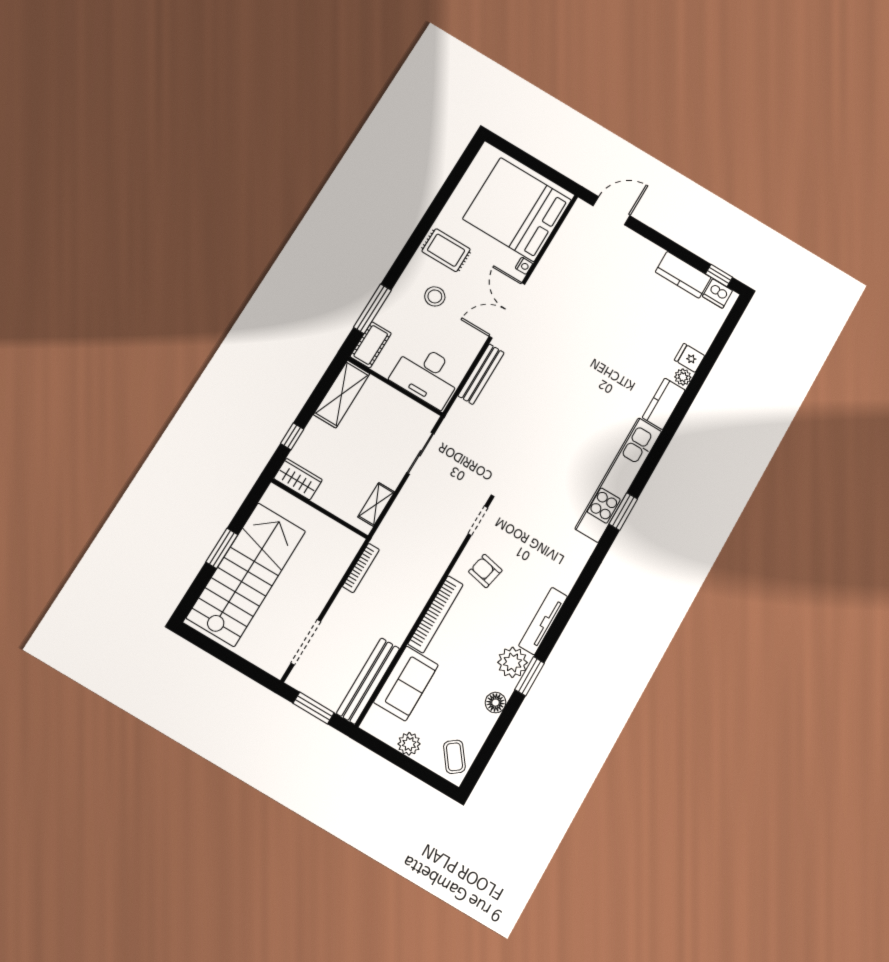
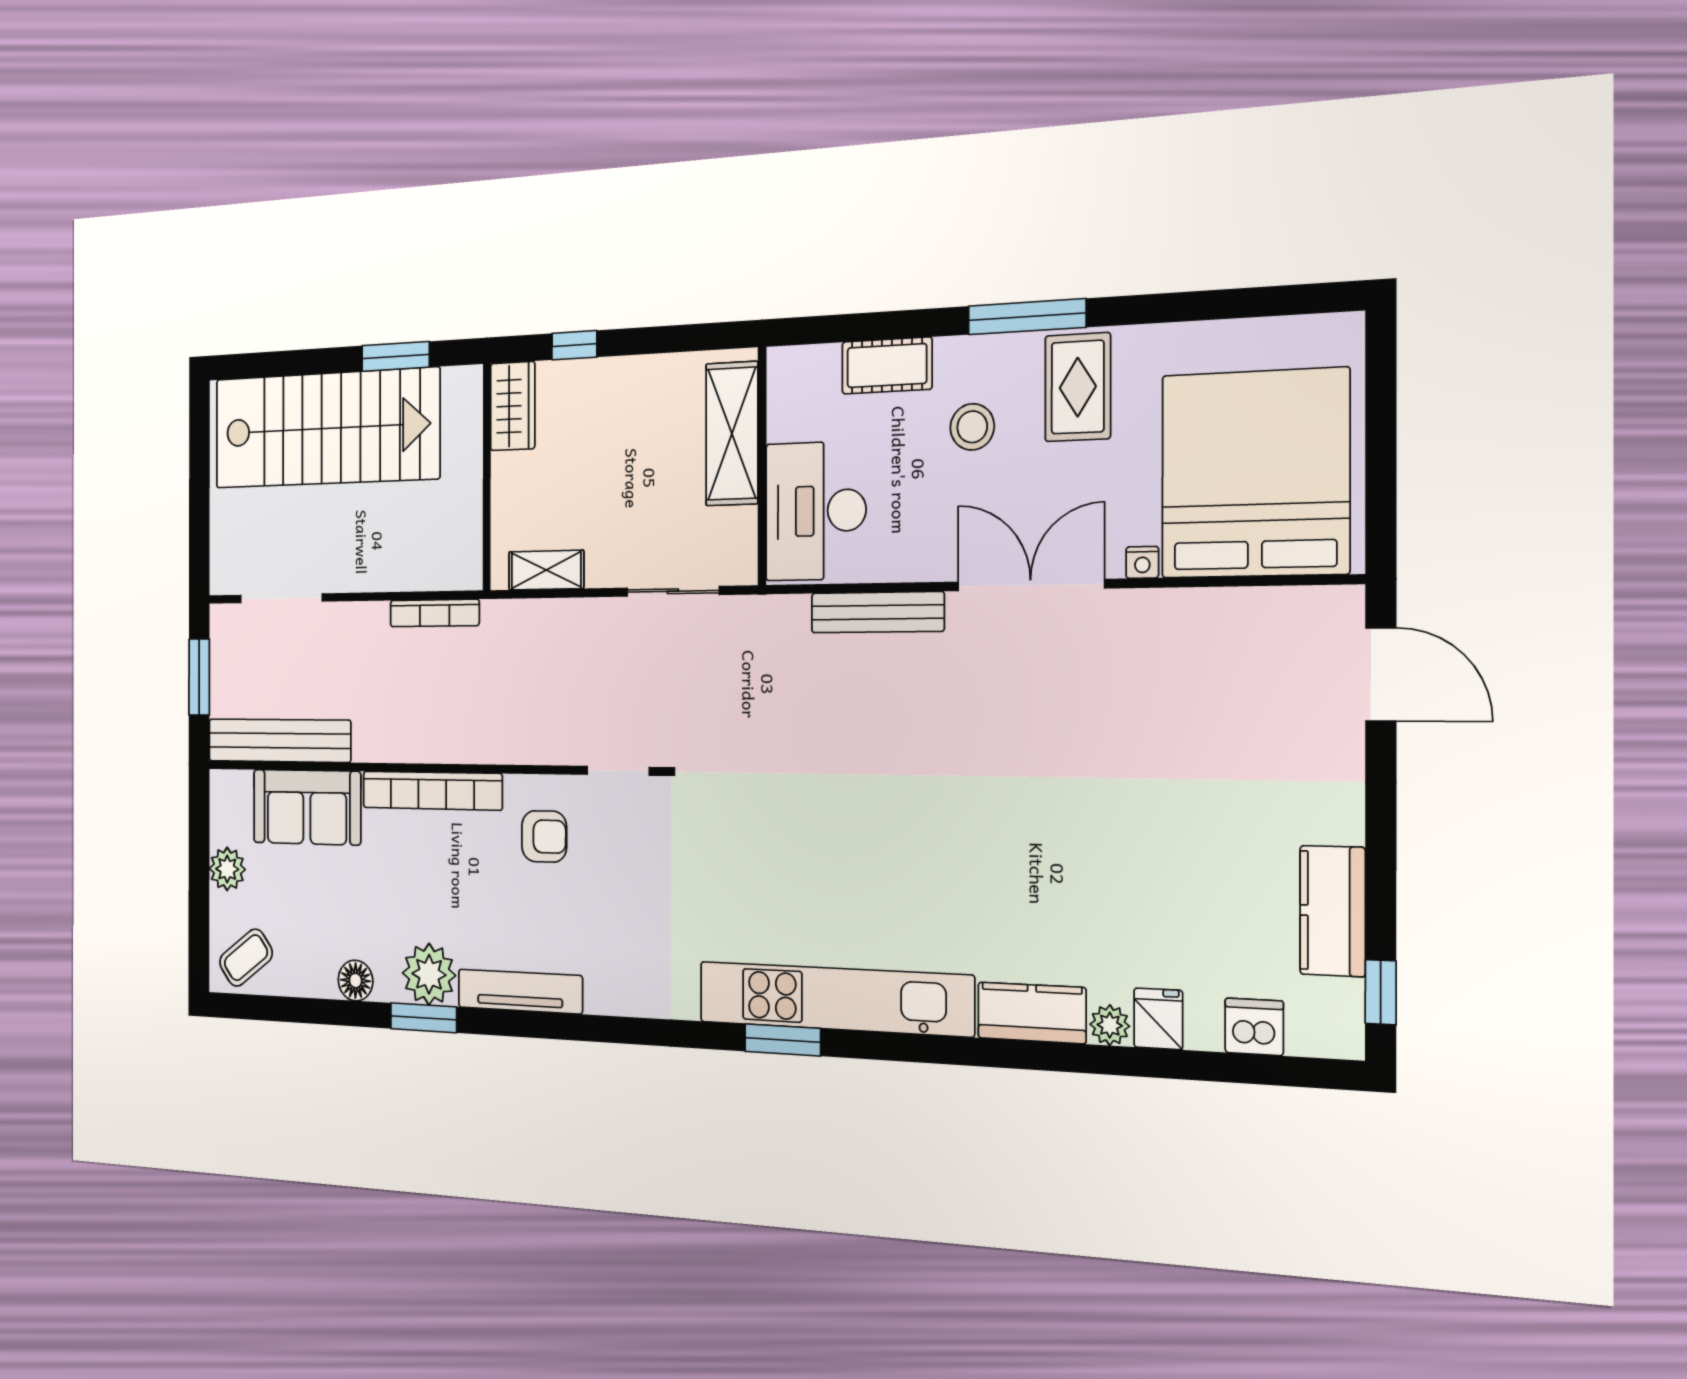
dishwasher: (718, 293) -> (1254, 1027), moved, turned 90
window: (372, 309) -> (1027, 317), moved
cot: (371, 345) -> (887, 366), moved
shelving: (342, 394) -> (732, 434), moved, turned 90
window: (222, 548) -> (396, 356), moved
armchair: (485, 571) -> (544, 836), turned 78

